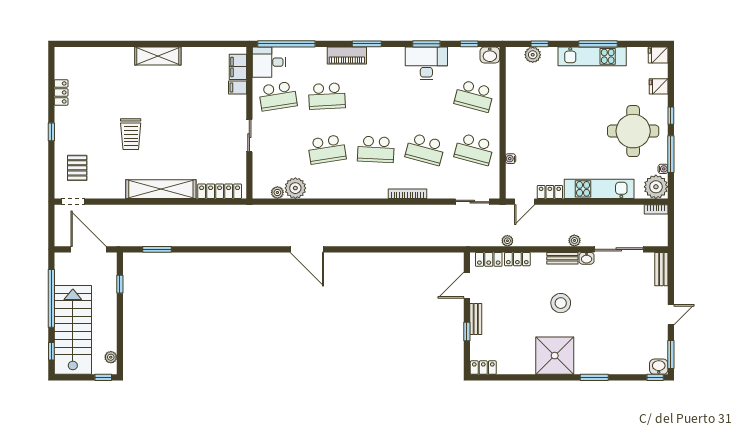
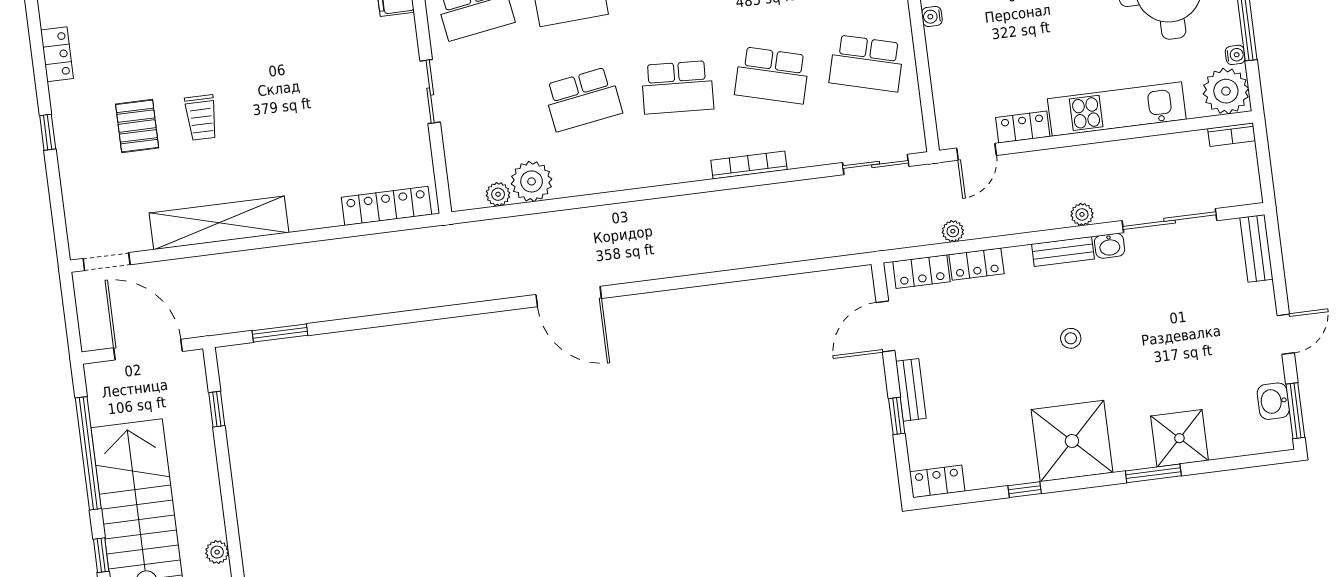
trolley: (131, 134) -> (201, 118), width x0.73, depth x0.72
water cooler: (511, 159) -> (932, 16), moved
pallet: (77, 168) -> (137, 126), moved
shelving: (161, 189) -> (219, 223), moved
stool: (561, 303) -> (1071, 338), width x0.53, depth x0.53
shower: (610, 361) -> (1179, 438), added
washbasin: (659, 367) -> (1273, 401), moved, turned -90
window: (655, 377) -> (1025, 490), moved

